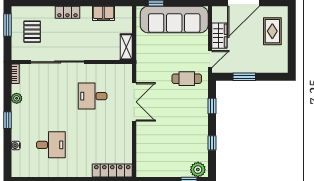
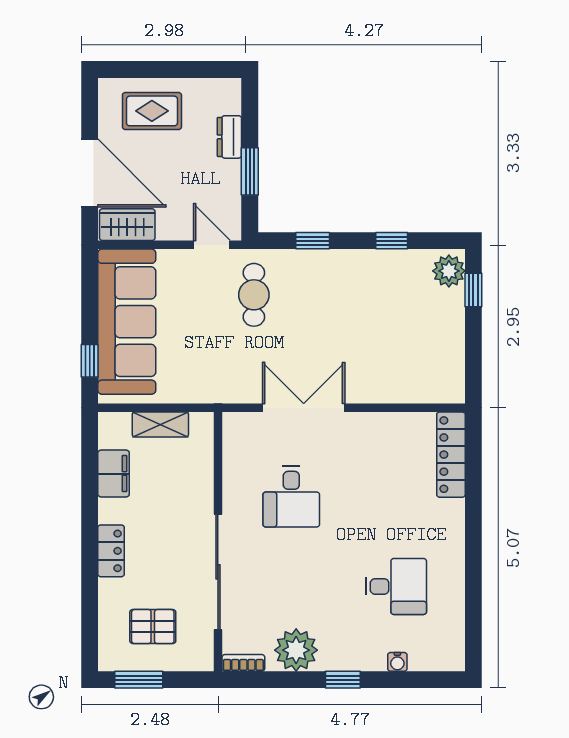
wardrobe: (219, 36) -> (127, 225), moved
shelving: (126, 47) -> (160, 424), moved
dresser: (260, 67) -> (229, 137), added
plant: (17, 98) -> (296, 650), width x1.87, depth x1.87
desk: (51, 145) -> (396, 586), turned 90

